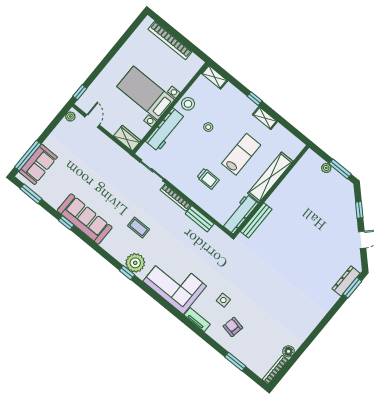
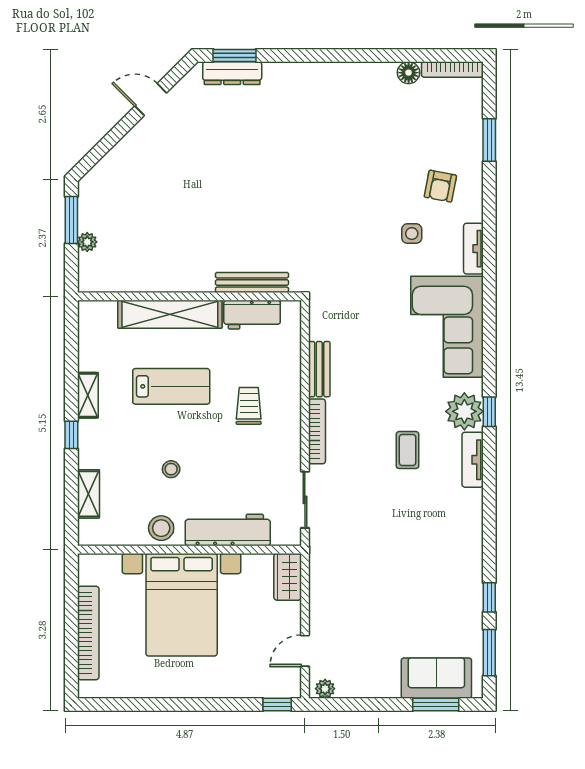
shelving: (214, 77) -> (88, 494), moved
bed with nightstands: (146, 93) -> (182, 605), width x1.36
lab bench: (241, 154) -> (171, 386), turned 180
window: (28, 156) -> (436, 704), width x0.69
window: (359, 210) -> (109, 141), removed
workbench: (240, 214) -> (252, 315), width x0.73
sofa: (85, 219) -> (461, 541), removed
window: (66, 223) -> (489, 597), moved
tv unit: (113, 250) -> (473, 460), added

